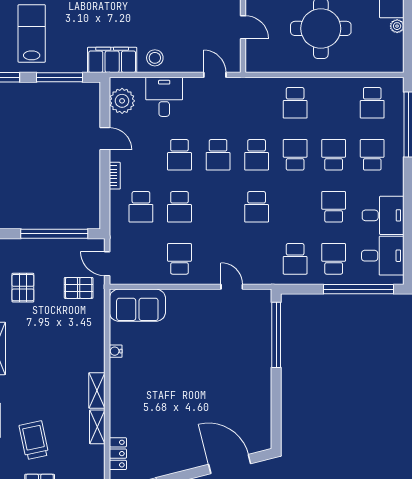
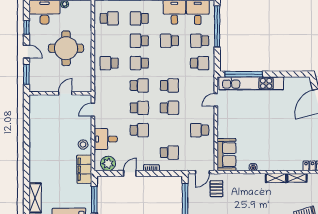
school desk: (295, 103) -> (109, 63), turned 180
school desk: (179, 207) -> (169, 108), moved
kitchen unit: (260, 348) -> (251, 83), added

